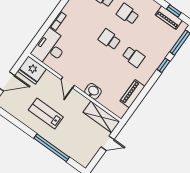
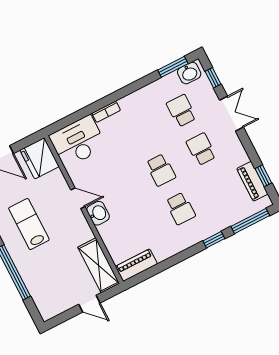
school desk: (109, 39) -> (161, 170), turned 180
door: (68, 82) -> (78, 198), swing flipped
washbasin: (93, 91) -> (98, 213), moved
piano: (132, 94) -> (136, 265), moved

